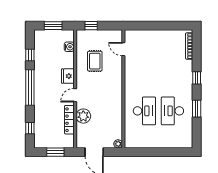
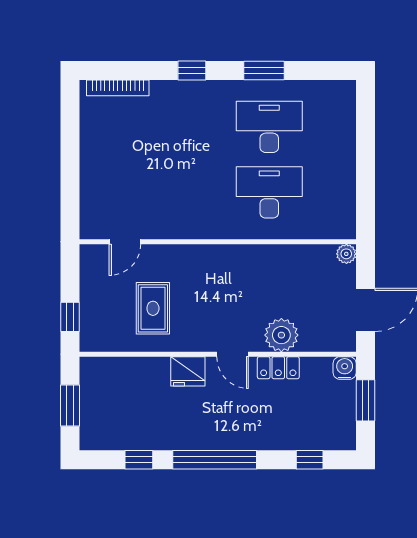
water cooler: (69, 47) -> (345, 368), moved
rug: (95, 61) -> (153, 308), turned 90
desk: (172, 111) -> (269, 127), turned 180
locker: (69, 120) -> (278, 368), width x0.66

